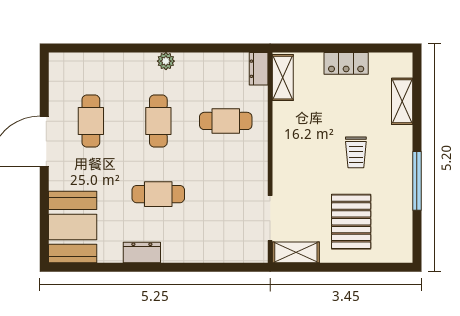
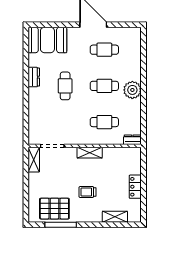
plant: (166, 61) -> (132, 90), width x1.88, depth x1.88
shelving: (283, 78) -> (90, 153), moved
cafe table: (226, 121) -> (104, 122), turned 90
window: (417, 181) -> (61, 225), moved
pallet: (351, 222) -> (54, 209), moved

